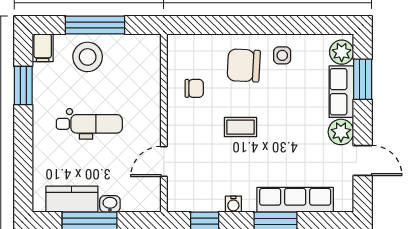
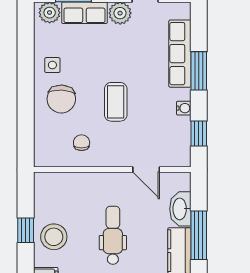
window: (95, 25) -> (26, 230), width x0.46
coffee table: (240, 127) -> (116, 102), width x1.36, depth x1.30
washbasin: (110, 204) -> (180, 209), width x1.91, depth x1.45

